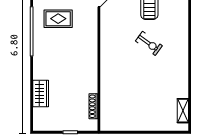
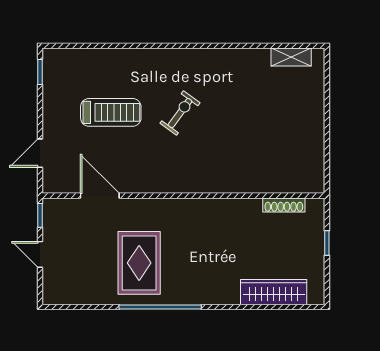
rug: (58, 19) -> (139, 263), width x1.36, depth x1.43
wardrobe: (41, 93) -> (274, 292), width x1.50

